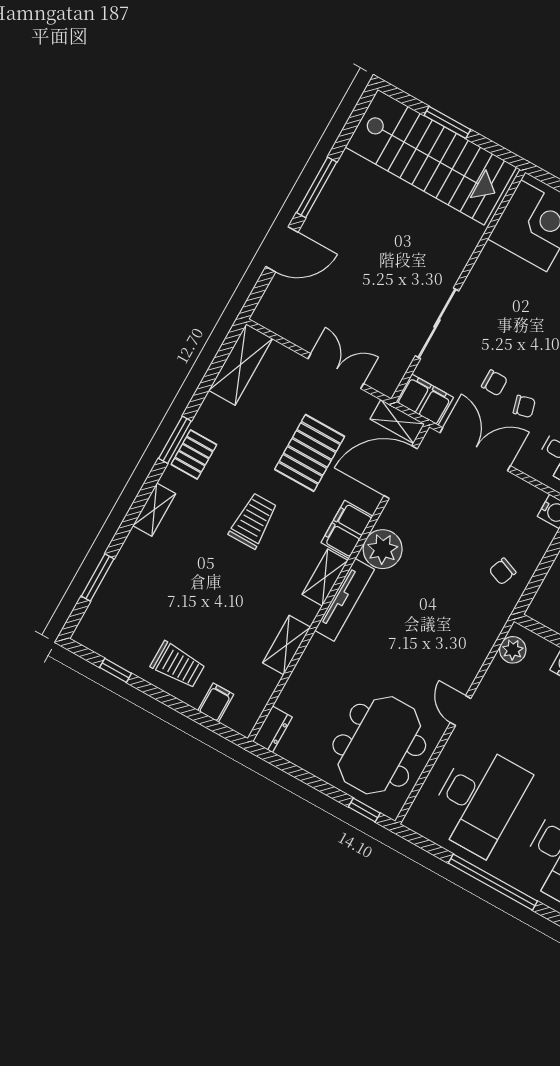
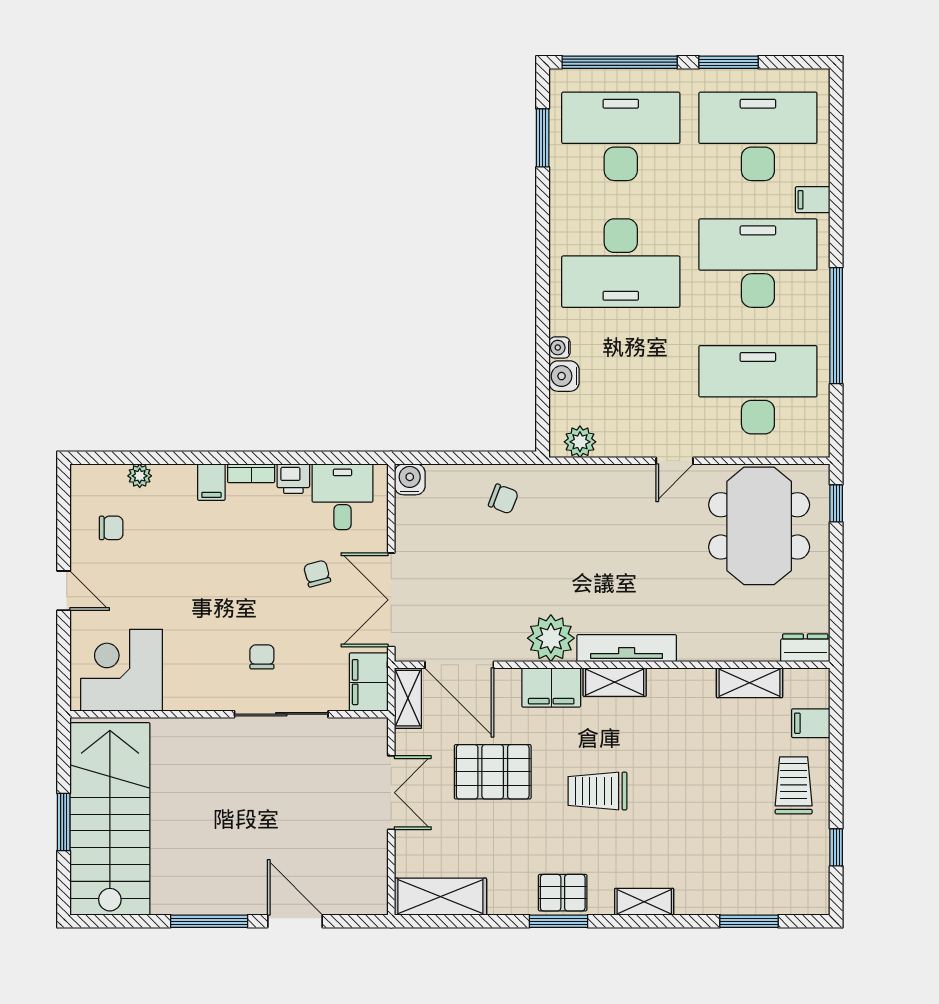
double door: (336, 371) -> (391, 793), swing flipped
chair: (494, 383) -> (262, 657), moved
shelving: (287, 645) -> (749, 683), moved
meeting table: (379, 745) -> (759, 526), turned 90

